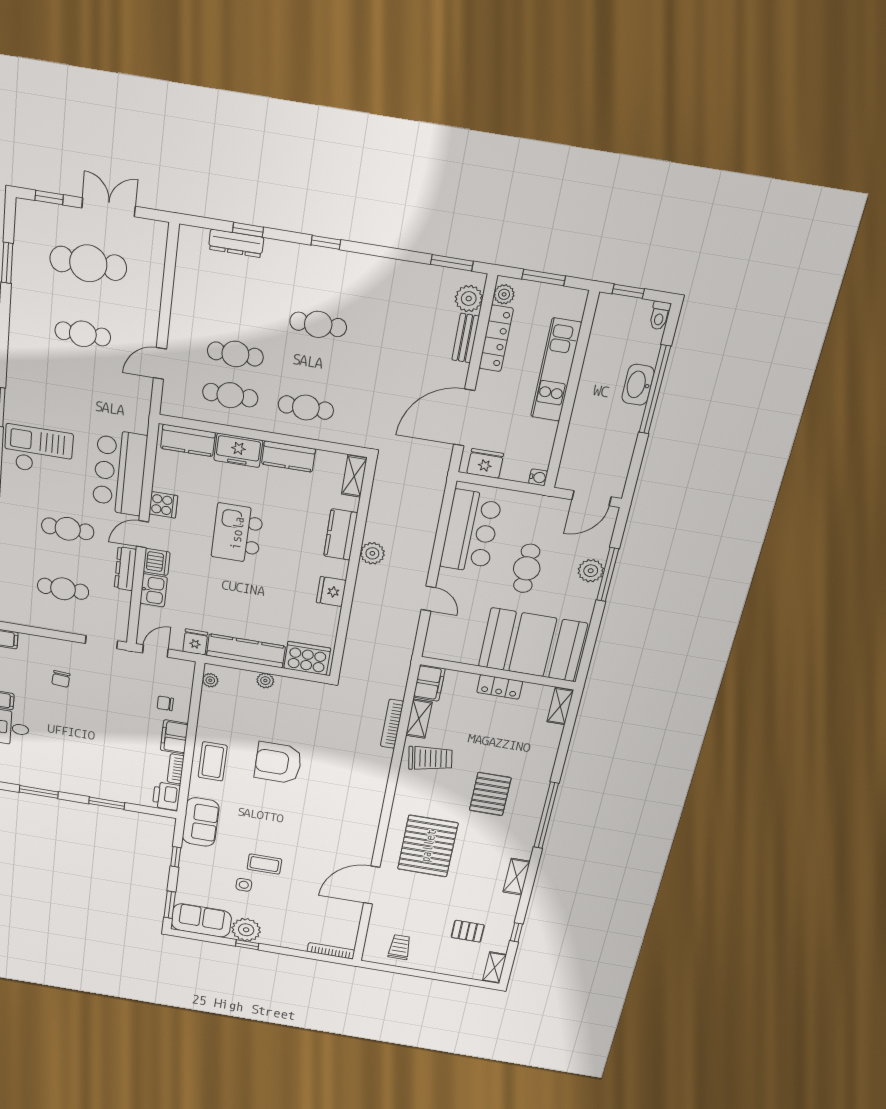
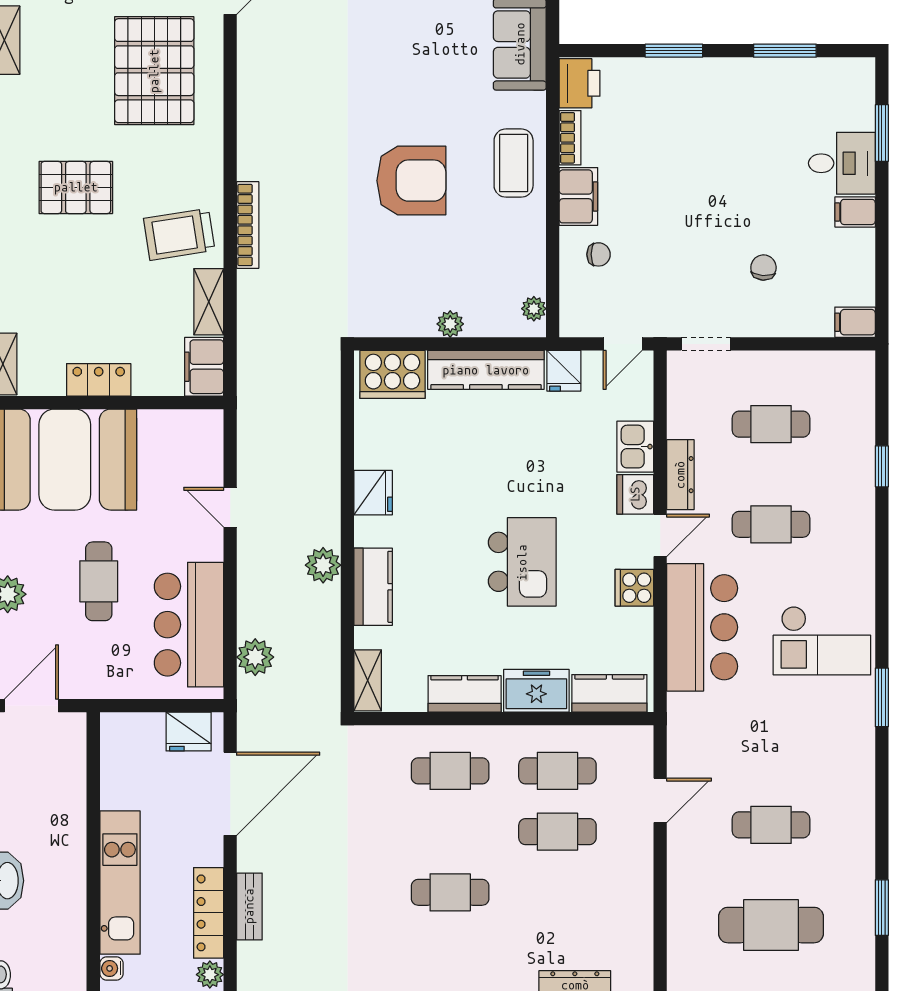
plant: (469, 299) -> (255, 657), moved
water cooler: (538, 477) -> (111, 968), moved
bookcase: (392, 724) -> (248, 225), moved
pallet: (490, 794) -> (76, 187), turned 90

